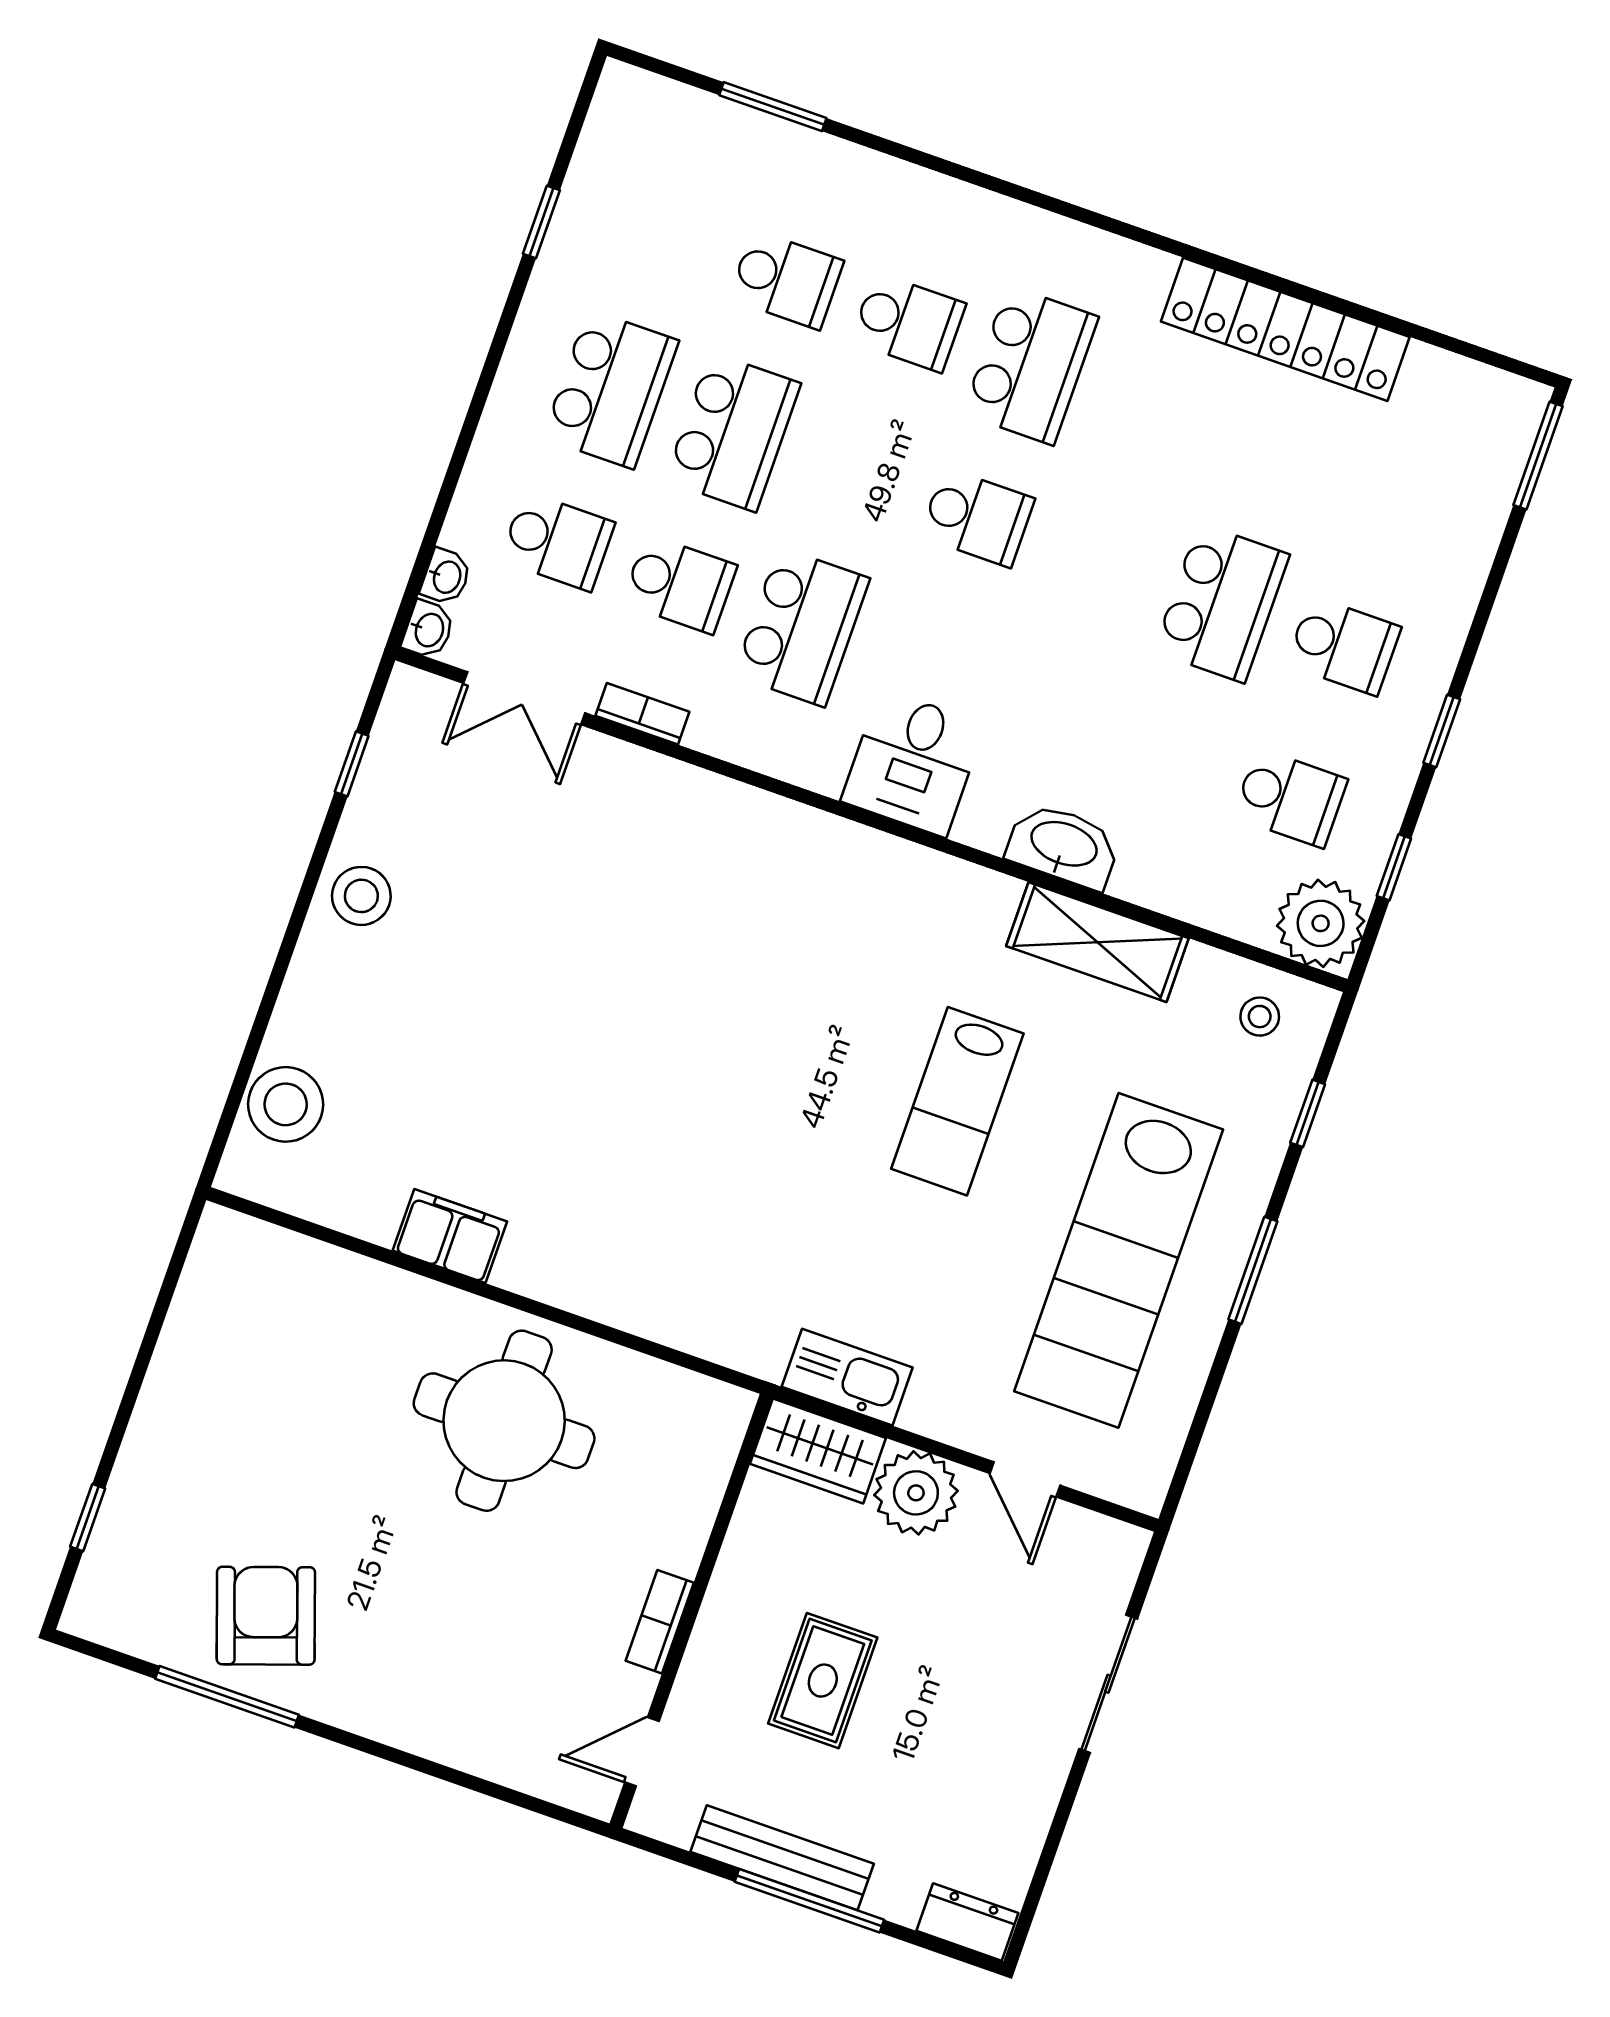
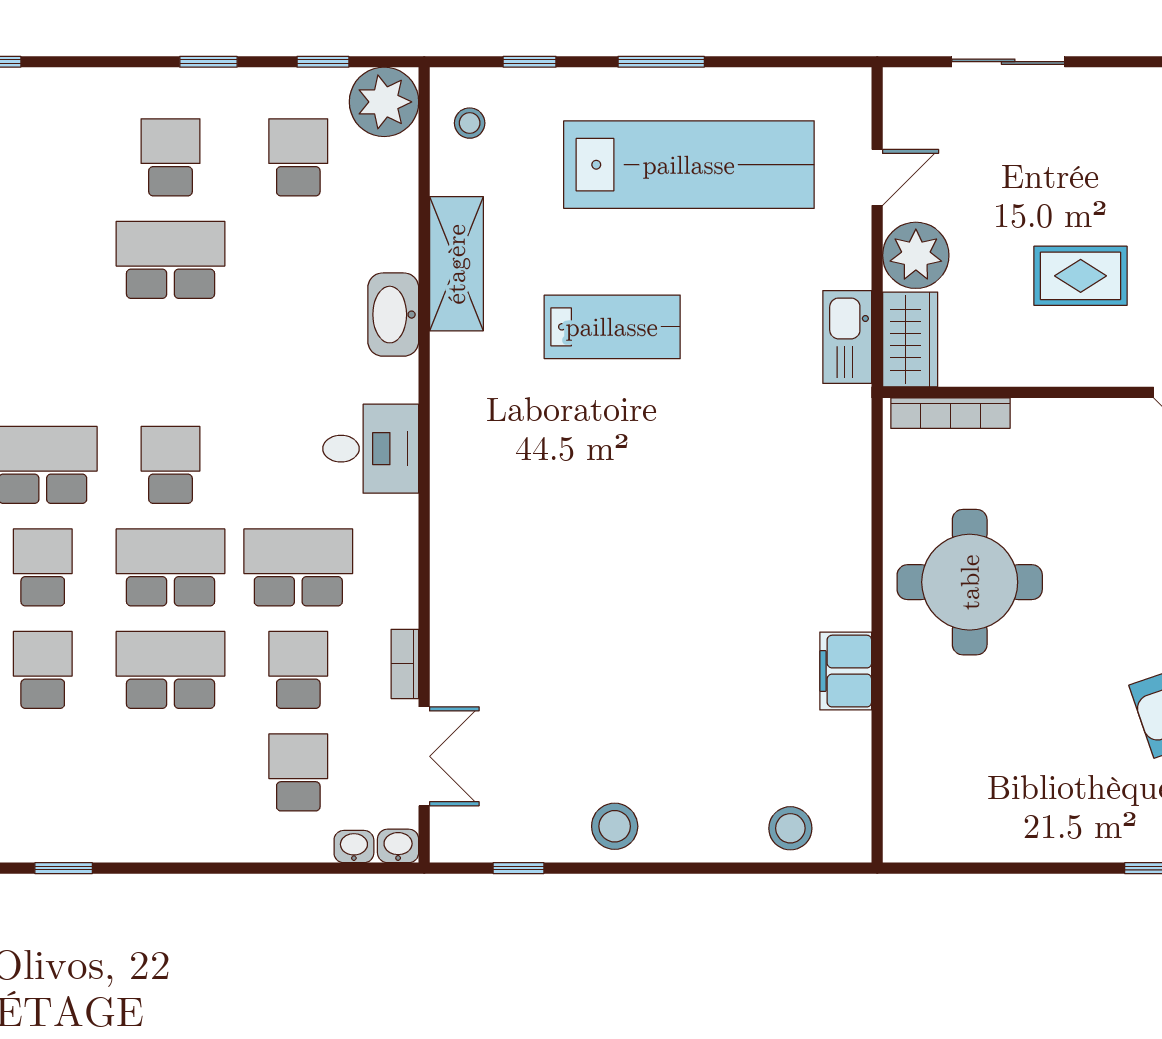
school desk: (611, 389) -> (170, 567), moved
stool: (286, 1104) -> (790, 828), width x0.73, depth x0.73
bookcase: (660, 1622) -> (950, 413), moved, width x1.56

